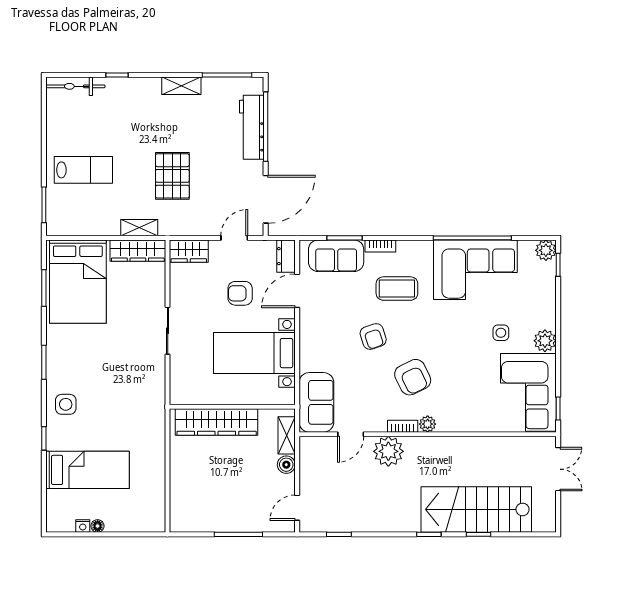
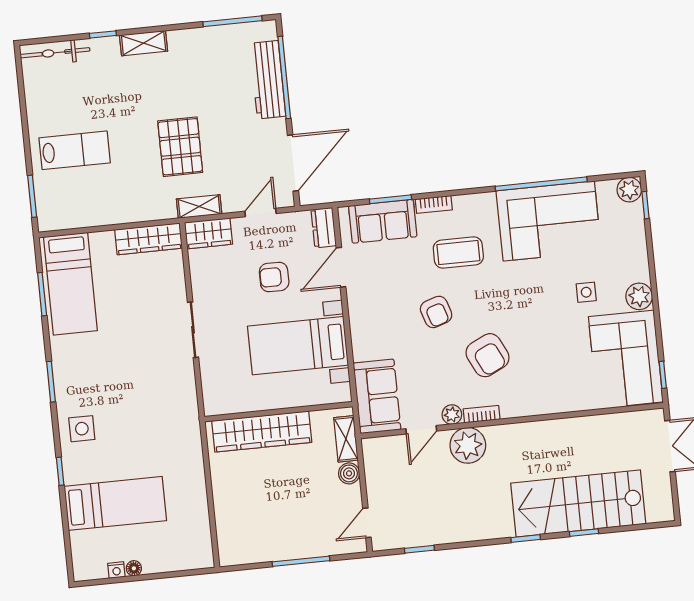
shelving: (181, 86) -> (144, 43), moved
shelving: (139, 228) -> (199, 206), moved
bed: (78, 282) -> (70, 284), width x0.67
plant: (428, 424) -> (452, 415), moved

